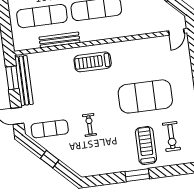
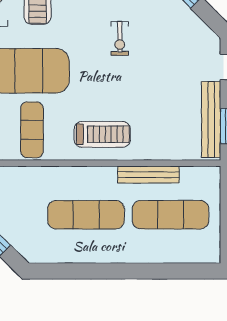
exercise mat: (50, 129) -> (32, 130), moved, turned 90

